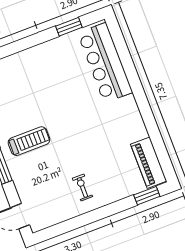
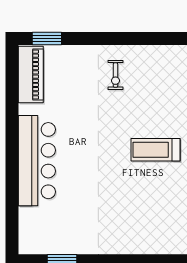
bar counter: (105, 63) -> (37, 161), moved

